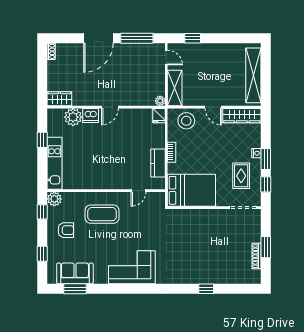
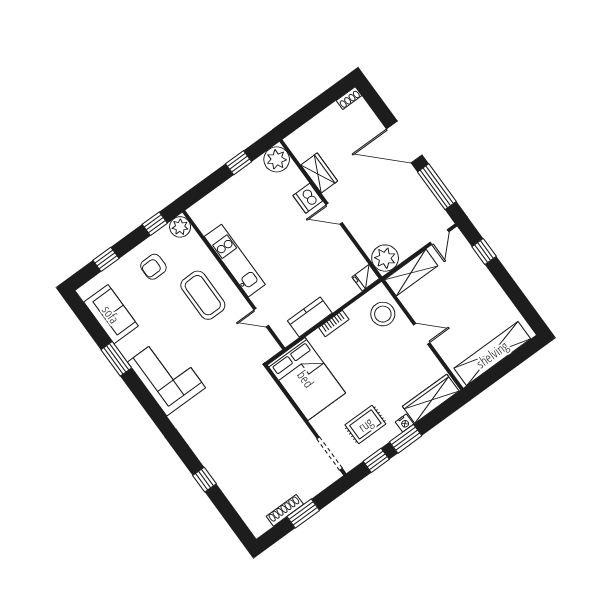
wardrobe: (59, 99) -> (319, 173), moved
plant: (160, 101) -> (385, 258), width x1.88, depth x1.88
door: (213, 107) -> (422, 334), swing flipped
wardrobe: (242, 116) -> (431, 399), moved, turned 90
plant: (73, 117) -> (277, 159), moved
kitchen unit: (55, 163) -> (235, 261), moved, turned -90
armchair: (66, 230) -> (153, 267), turned 90
window: (75, 289) -> (116, 359), moved

